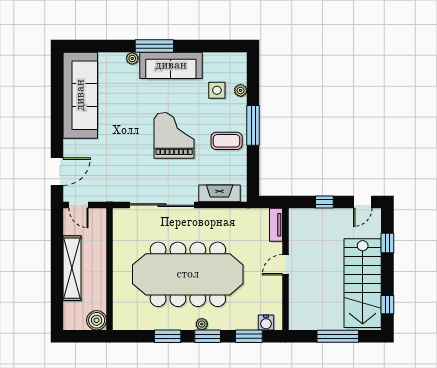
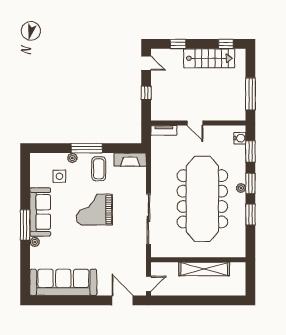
plant: (241, 90) -> (72, 158), moved
fireplace: (220, 193) -> (130, 160), moved, turned -90
shelving: (72, 268) -> (204, 269), moved
stairs: (363, 283) -> (209, 58), width x0.73, depth x0.66
boiler: (97, 320) -> (238, 270), removed
window: (338, 336) -> (250, 94), moved

